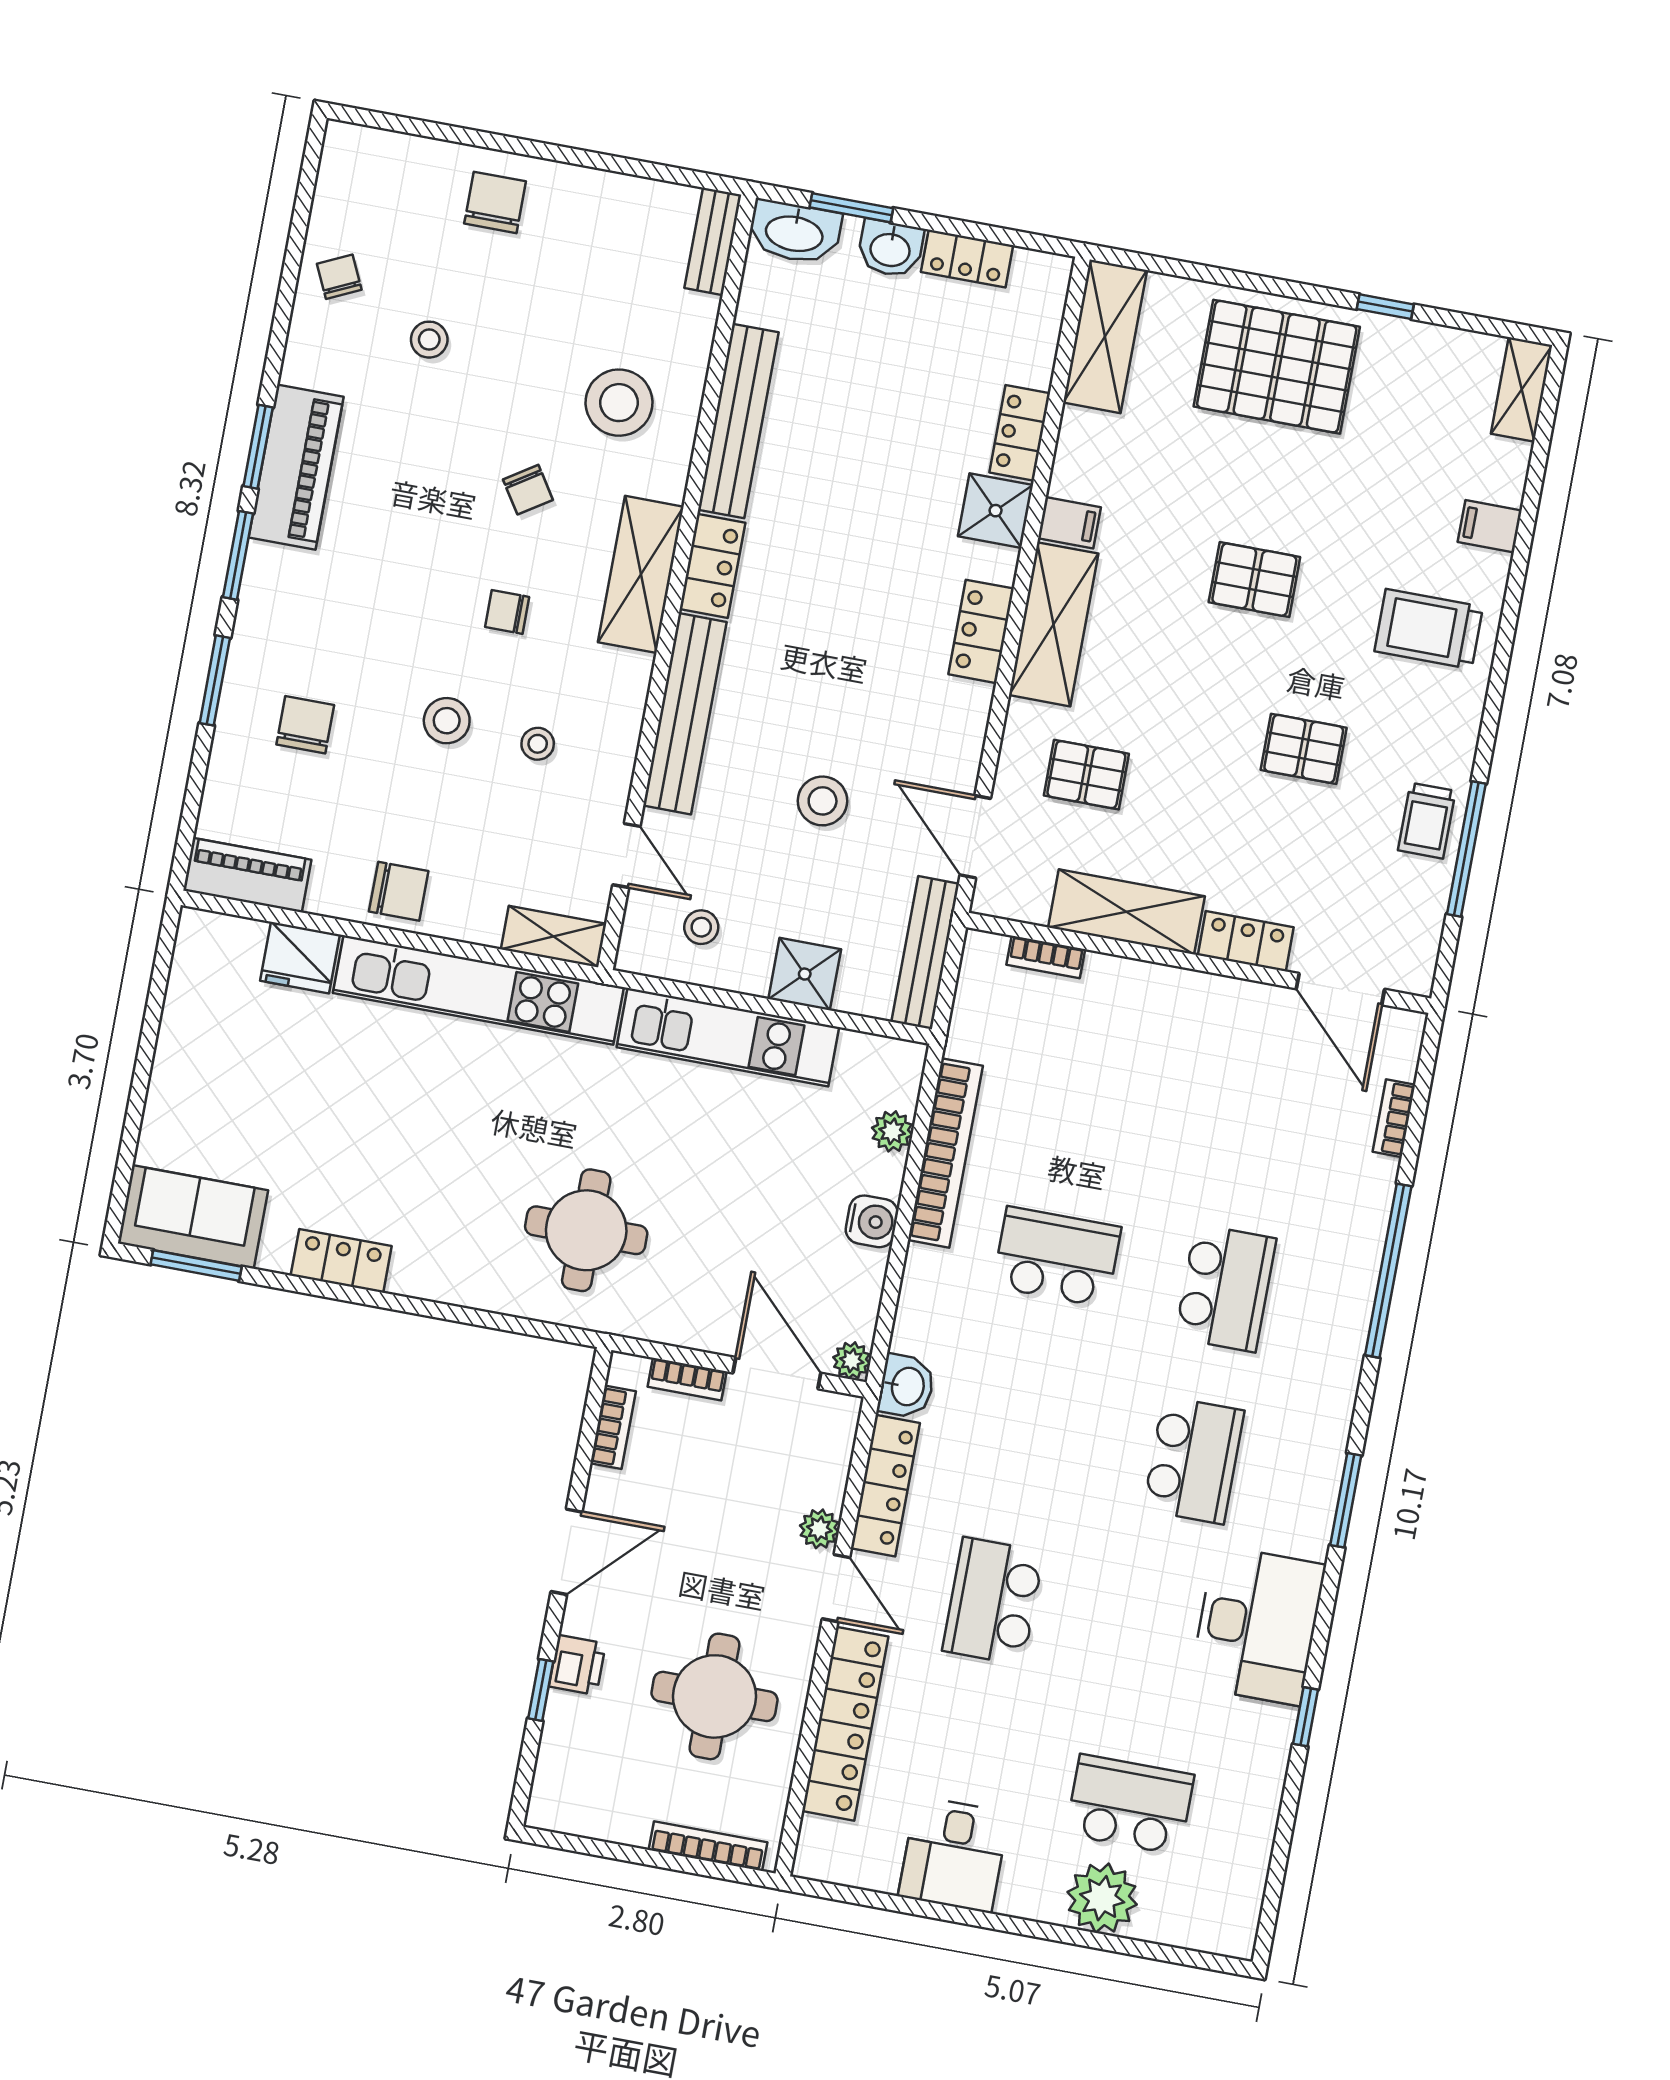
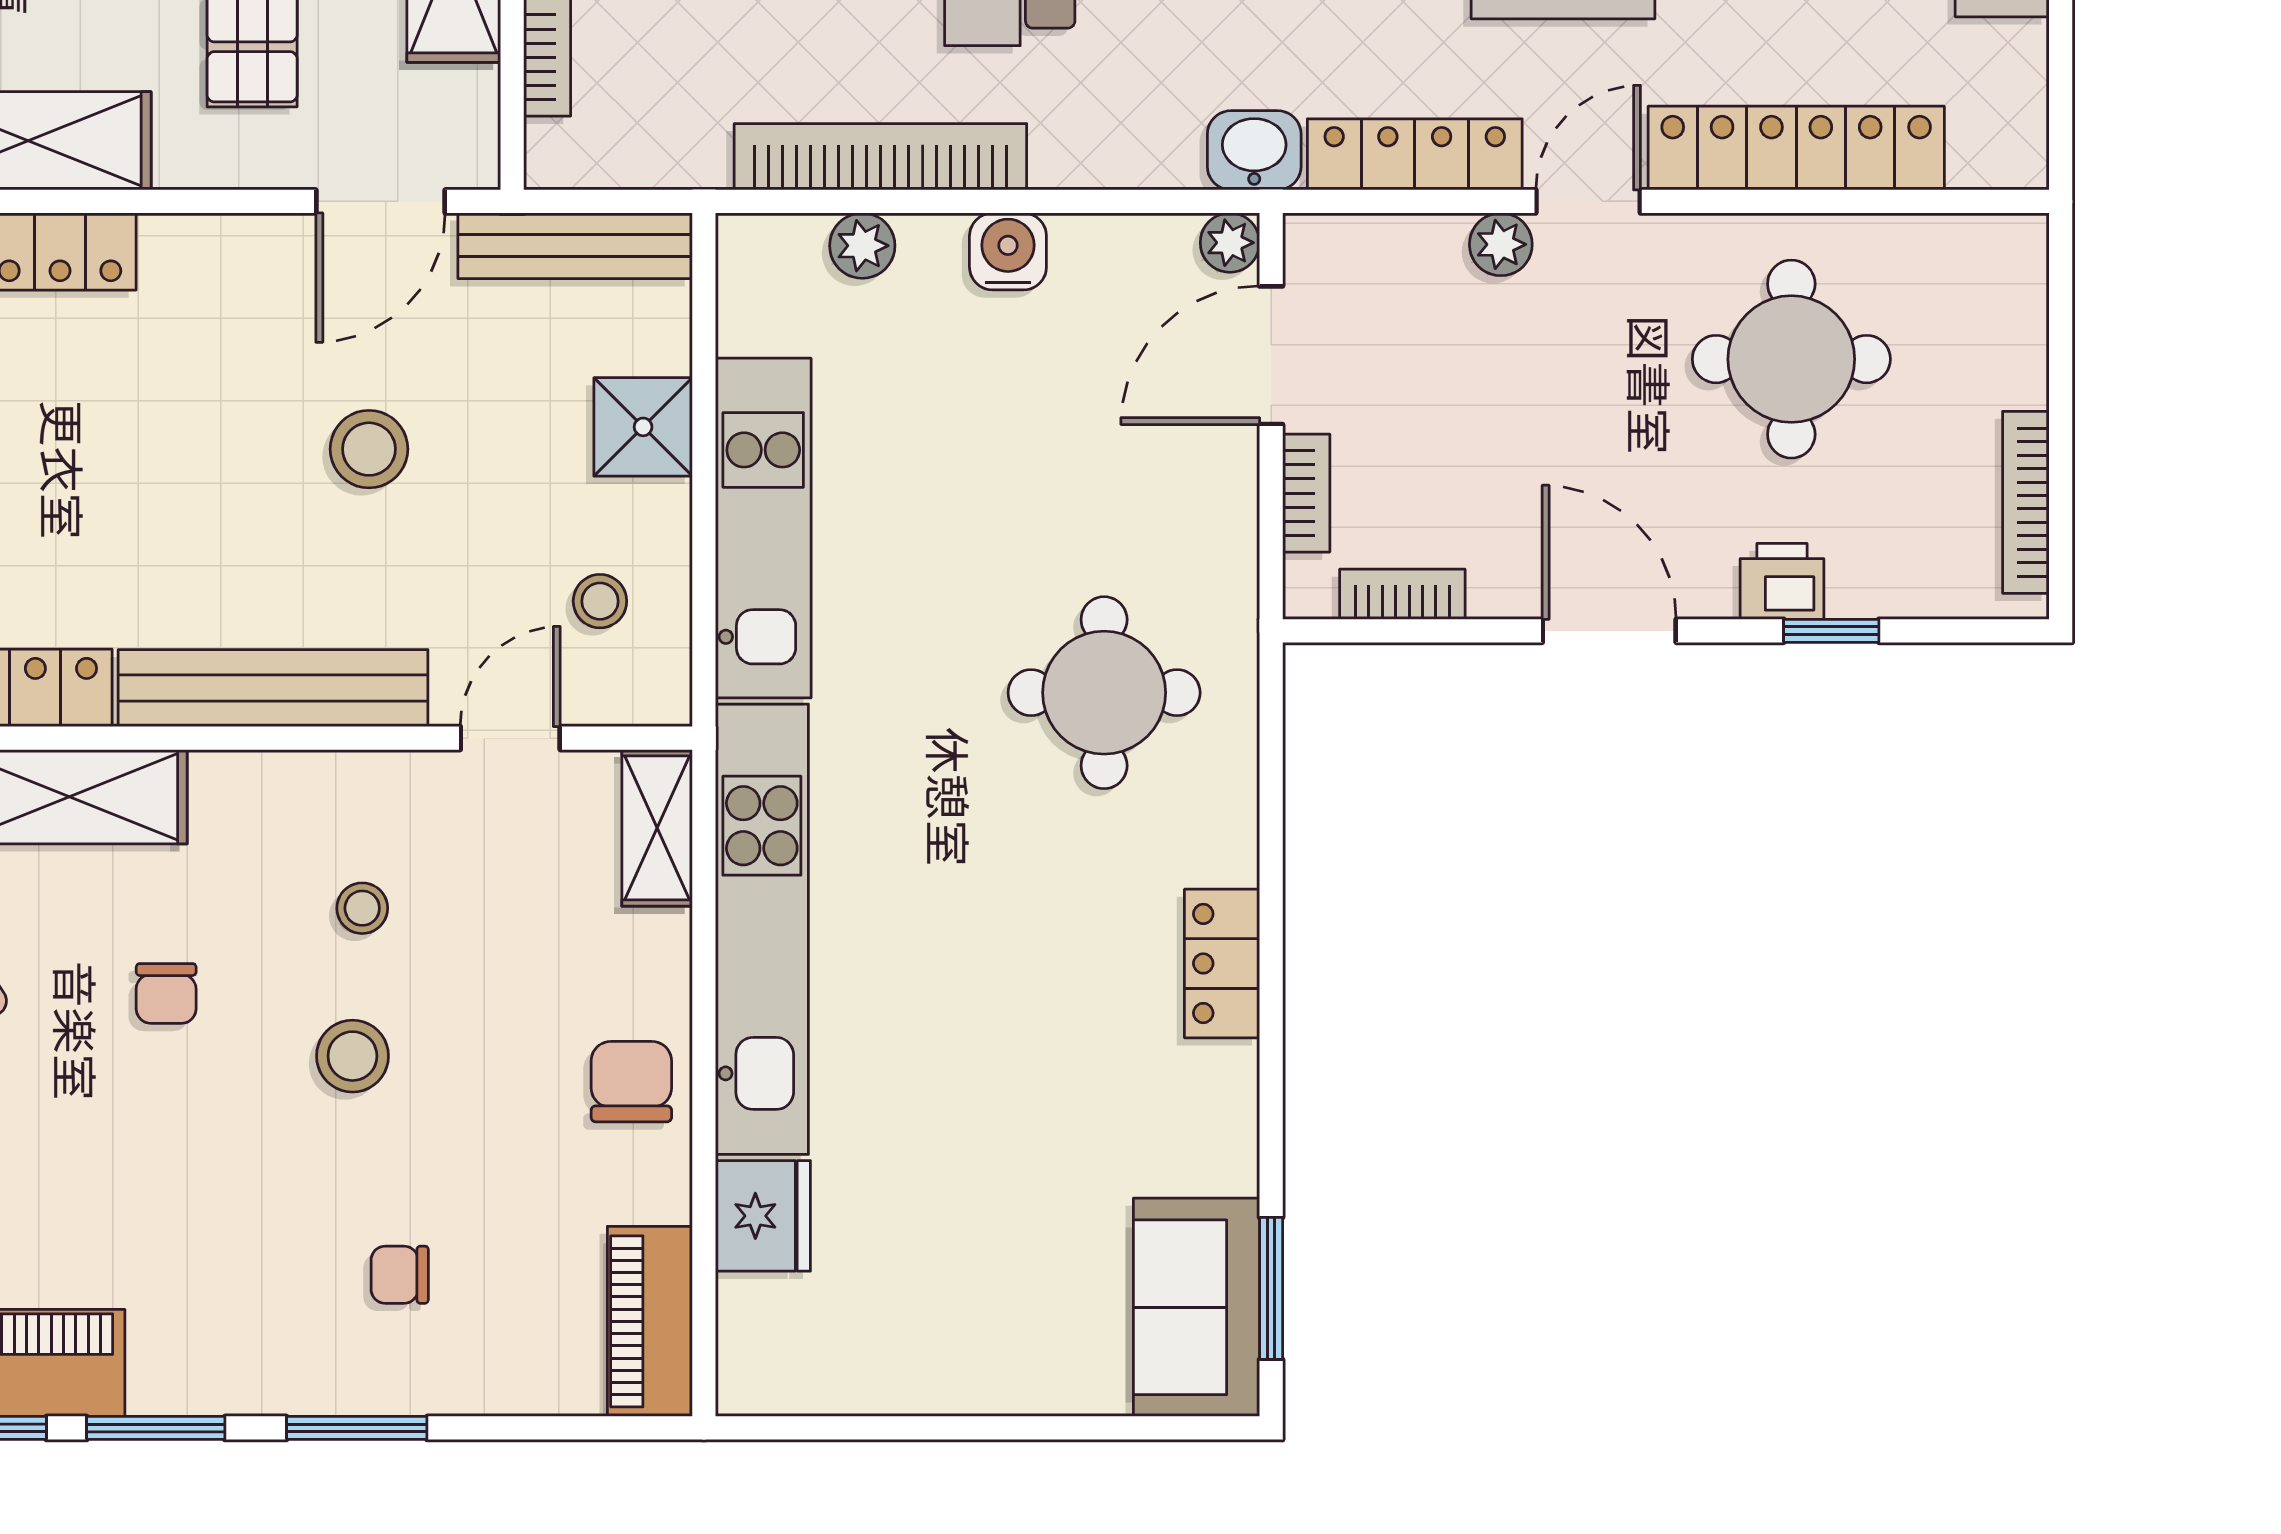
chair: (305, 725) -> (400, 1275), width x0.73, depth x0.73
locker: (341, 1261) -> (1222, 963), moved
bookcase: (708, 1846) -> (2026, 502), moved

